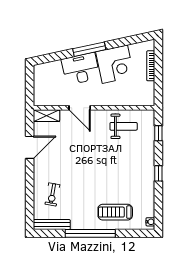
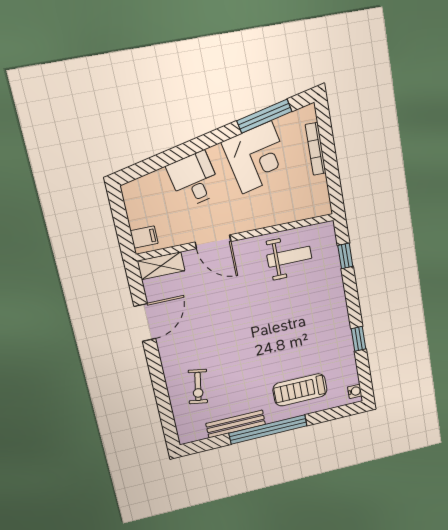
window: (89, 49) -> (264, 116), moved
desk: (81, 69) -> (194, 179), width x0.73
filing cabinet: (40, 97) -> (144, 237), added
window: (158, 173) -> (359, 339), moved
bench: (52, 225) -> (236, 424), moved

